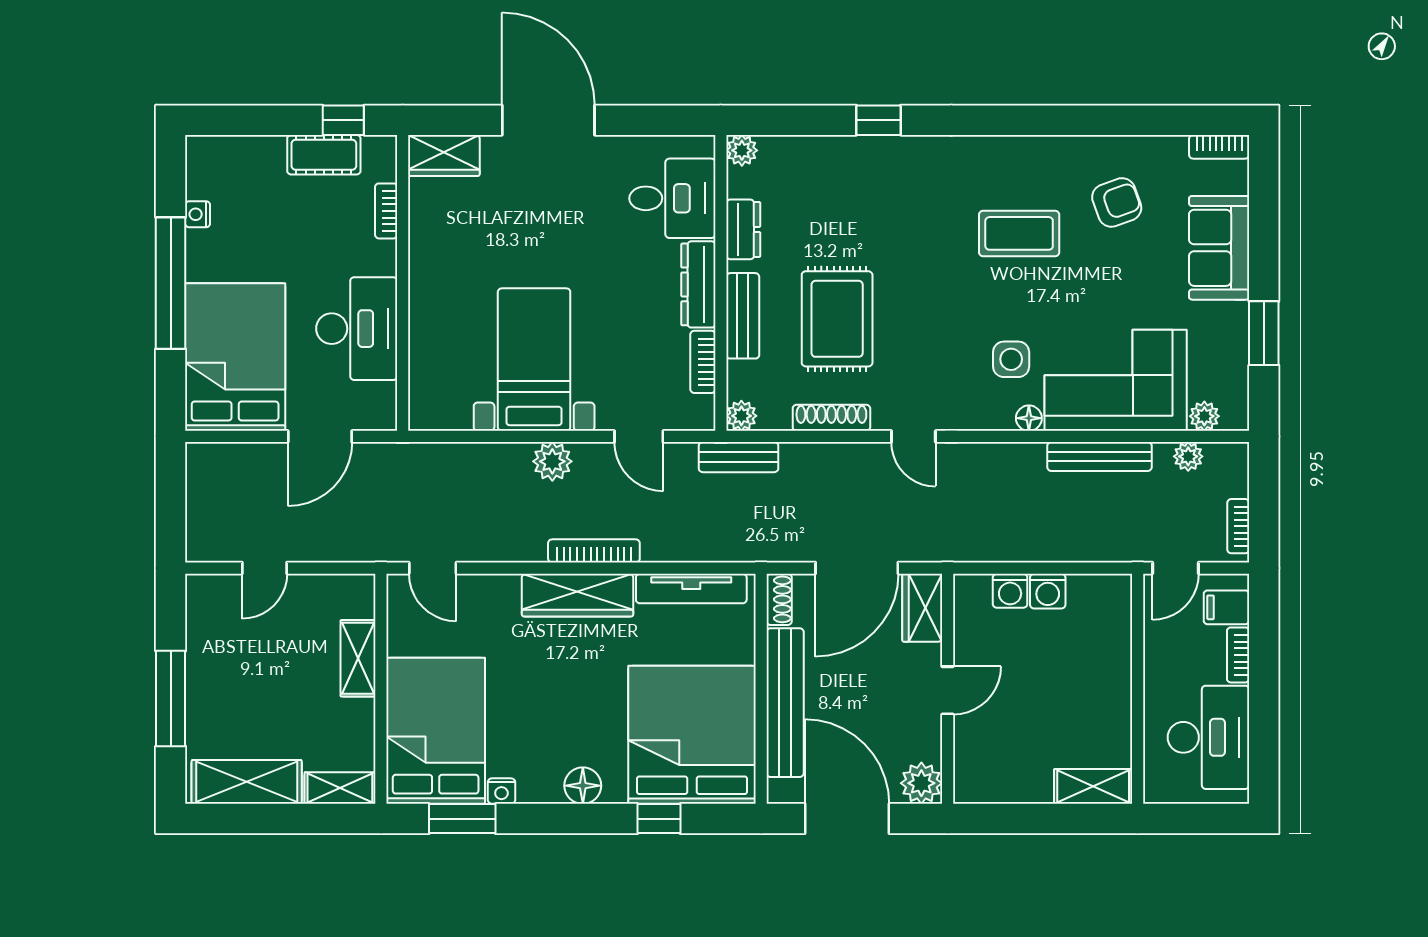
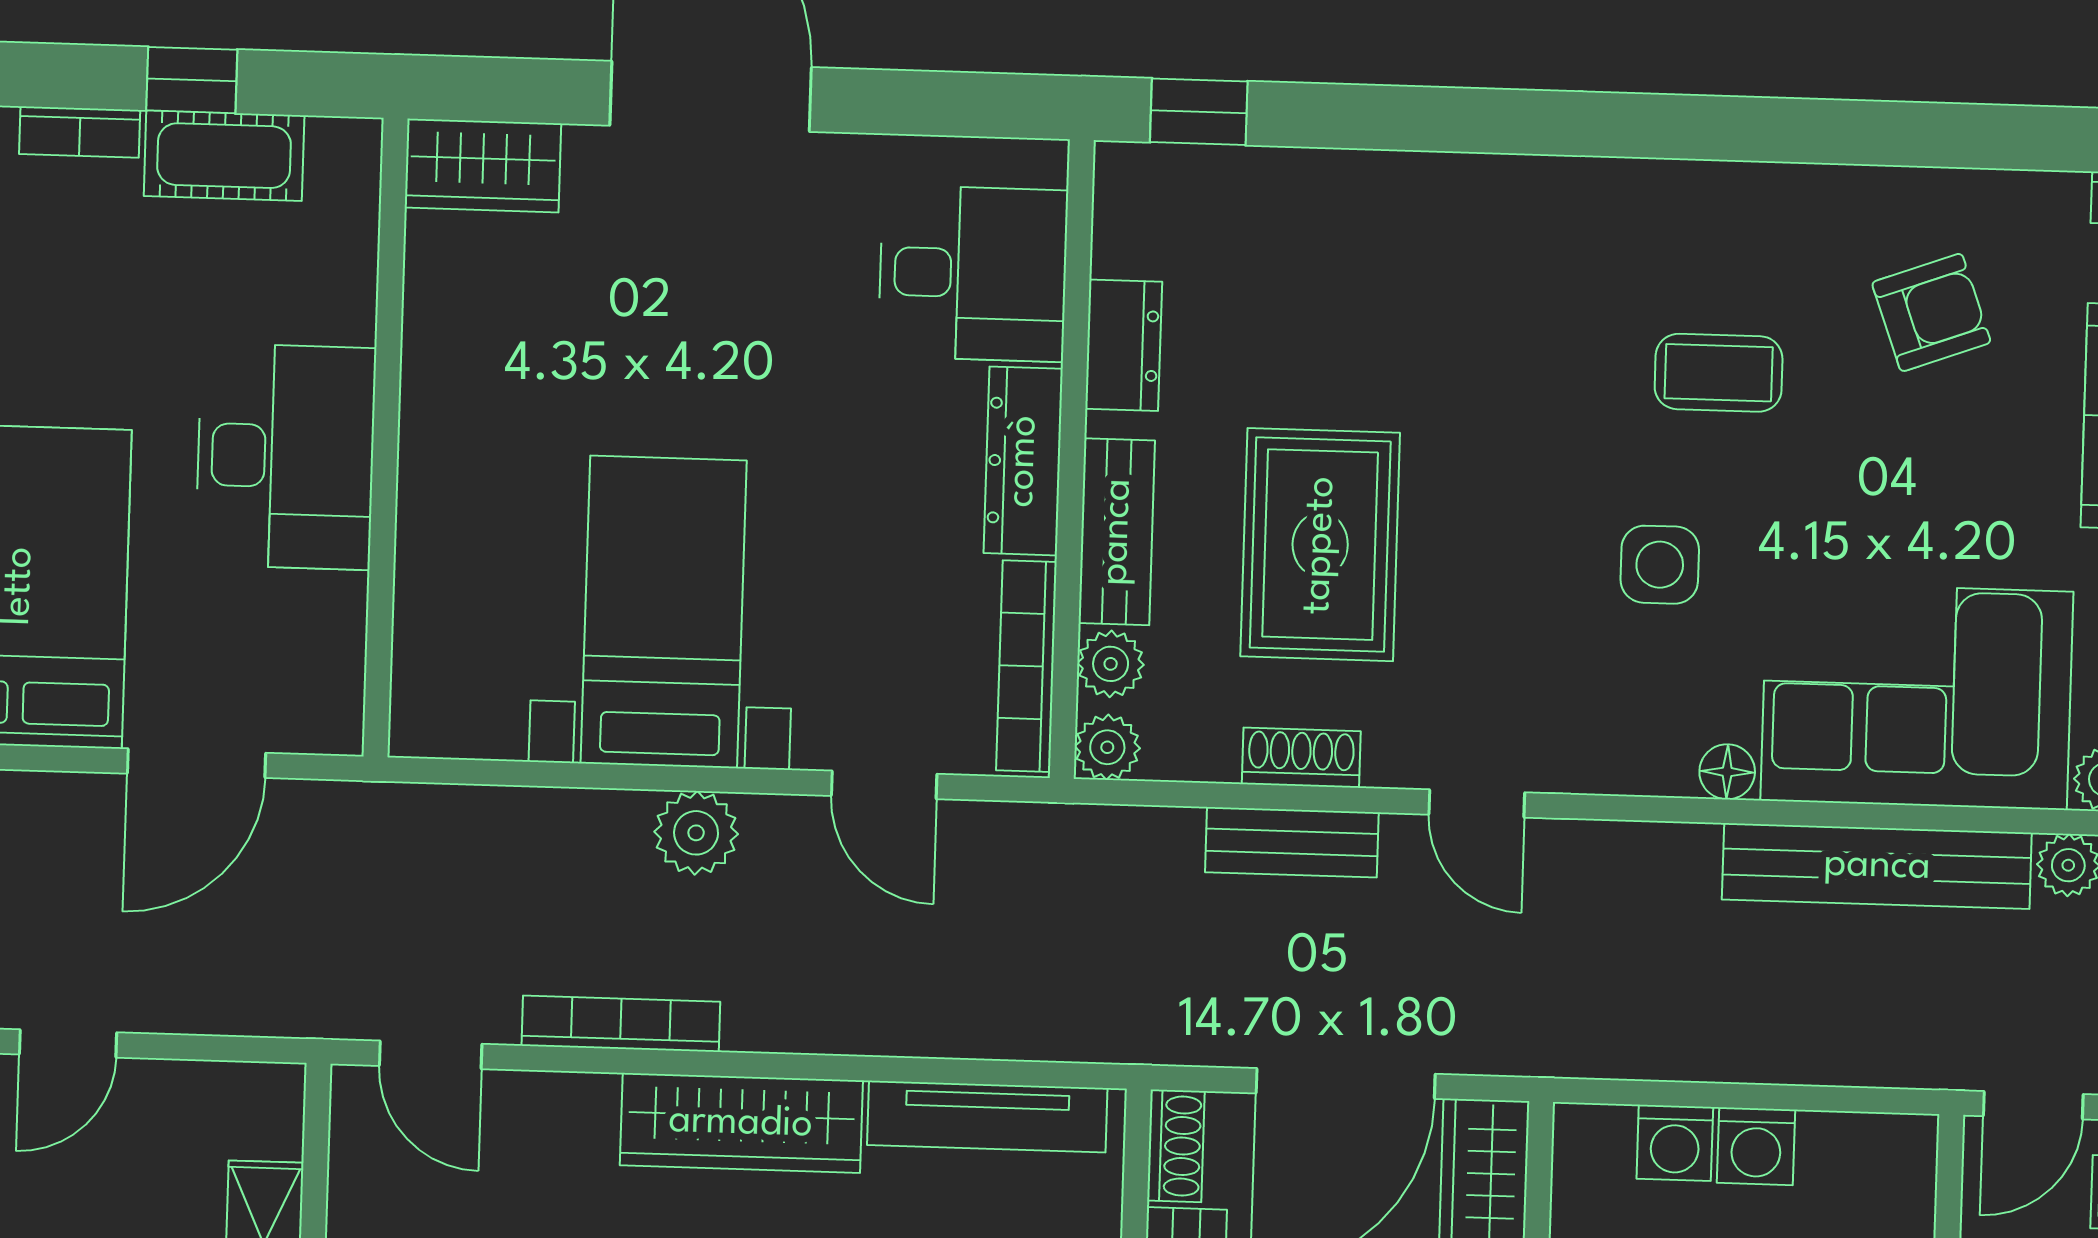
window: (343, 120) -> (192, 80), moved
window: (879, 120) -> (1199, 112), moved
plant: (742, 150) -> (1111, 664), moved
bookcase: (386, 211) -> (80, 132), moved, turned -90
coffee table: (1019, 233) -> (1719, 373), width x0.73, depth x0.77
desk: (357, 329) -> (286, 456), moved
side table: (1011, 359) -> (1660, 565), moved
bookcase: (703, 362) -> (1026, 666), width x1.56
shoe rack: (831, 418) -> (1301, 758), width x0.70
bench: (739, 457) -> (1292, 842), moved
bench: (1100, 457) -> (1877, 866), width x1.37, depth x1.21
bookcase: (594, 551) -> (621, 1024), moved

